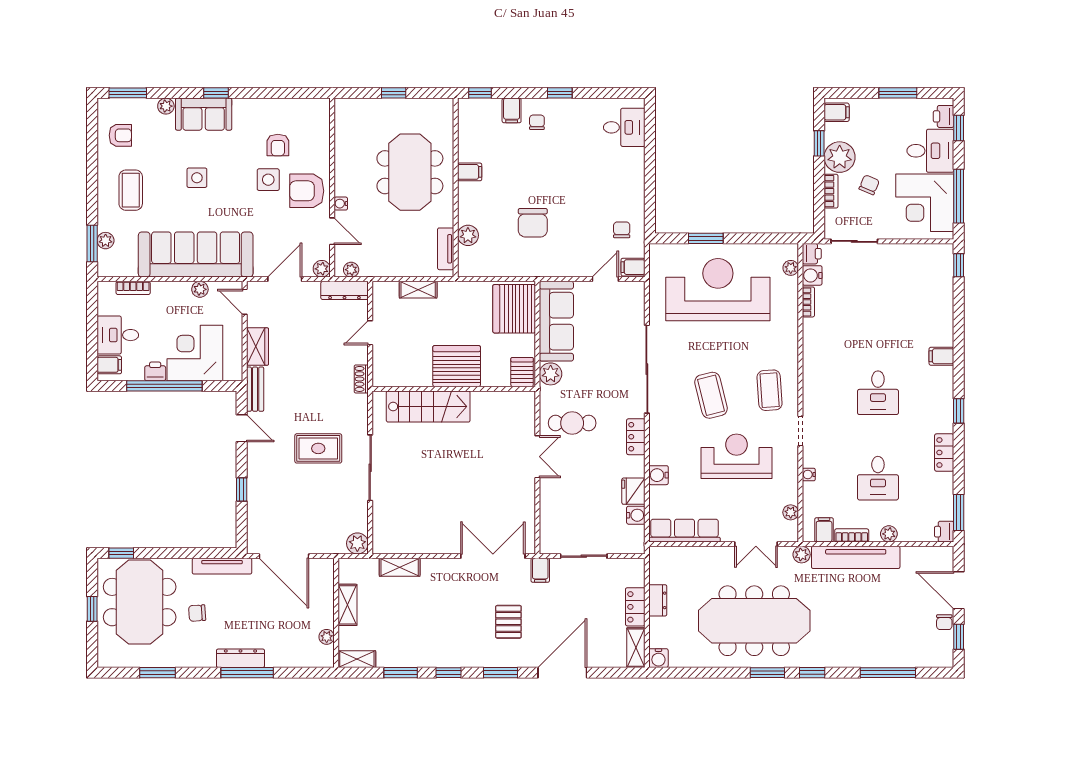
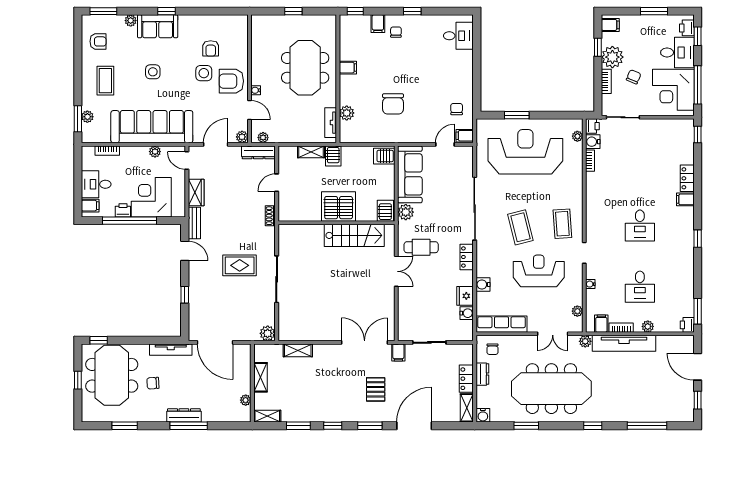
server rack: (449, 295) -> (333, 156), added
server rack: (514, 309) -> (384, 156), width x0.46, depth x0.70
stairs: (428, 407) -> (354, 235), moved
locker: (944, 453) -> (687, 178), moved
chair: (944, 622) -> (493, 349), moved
window: (767, 673) -> (526, 426), moved

